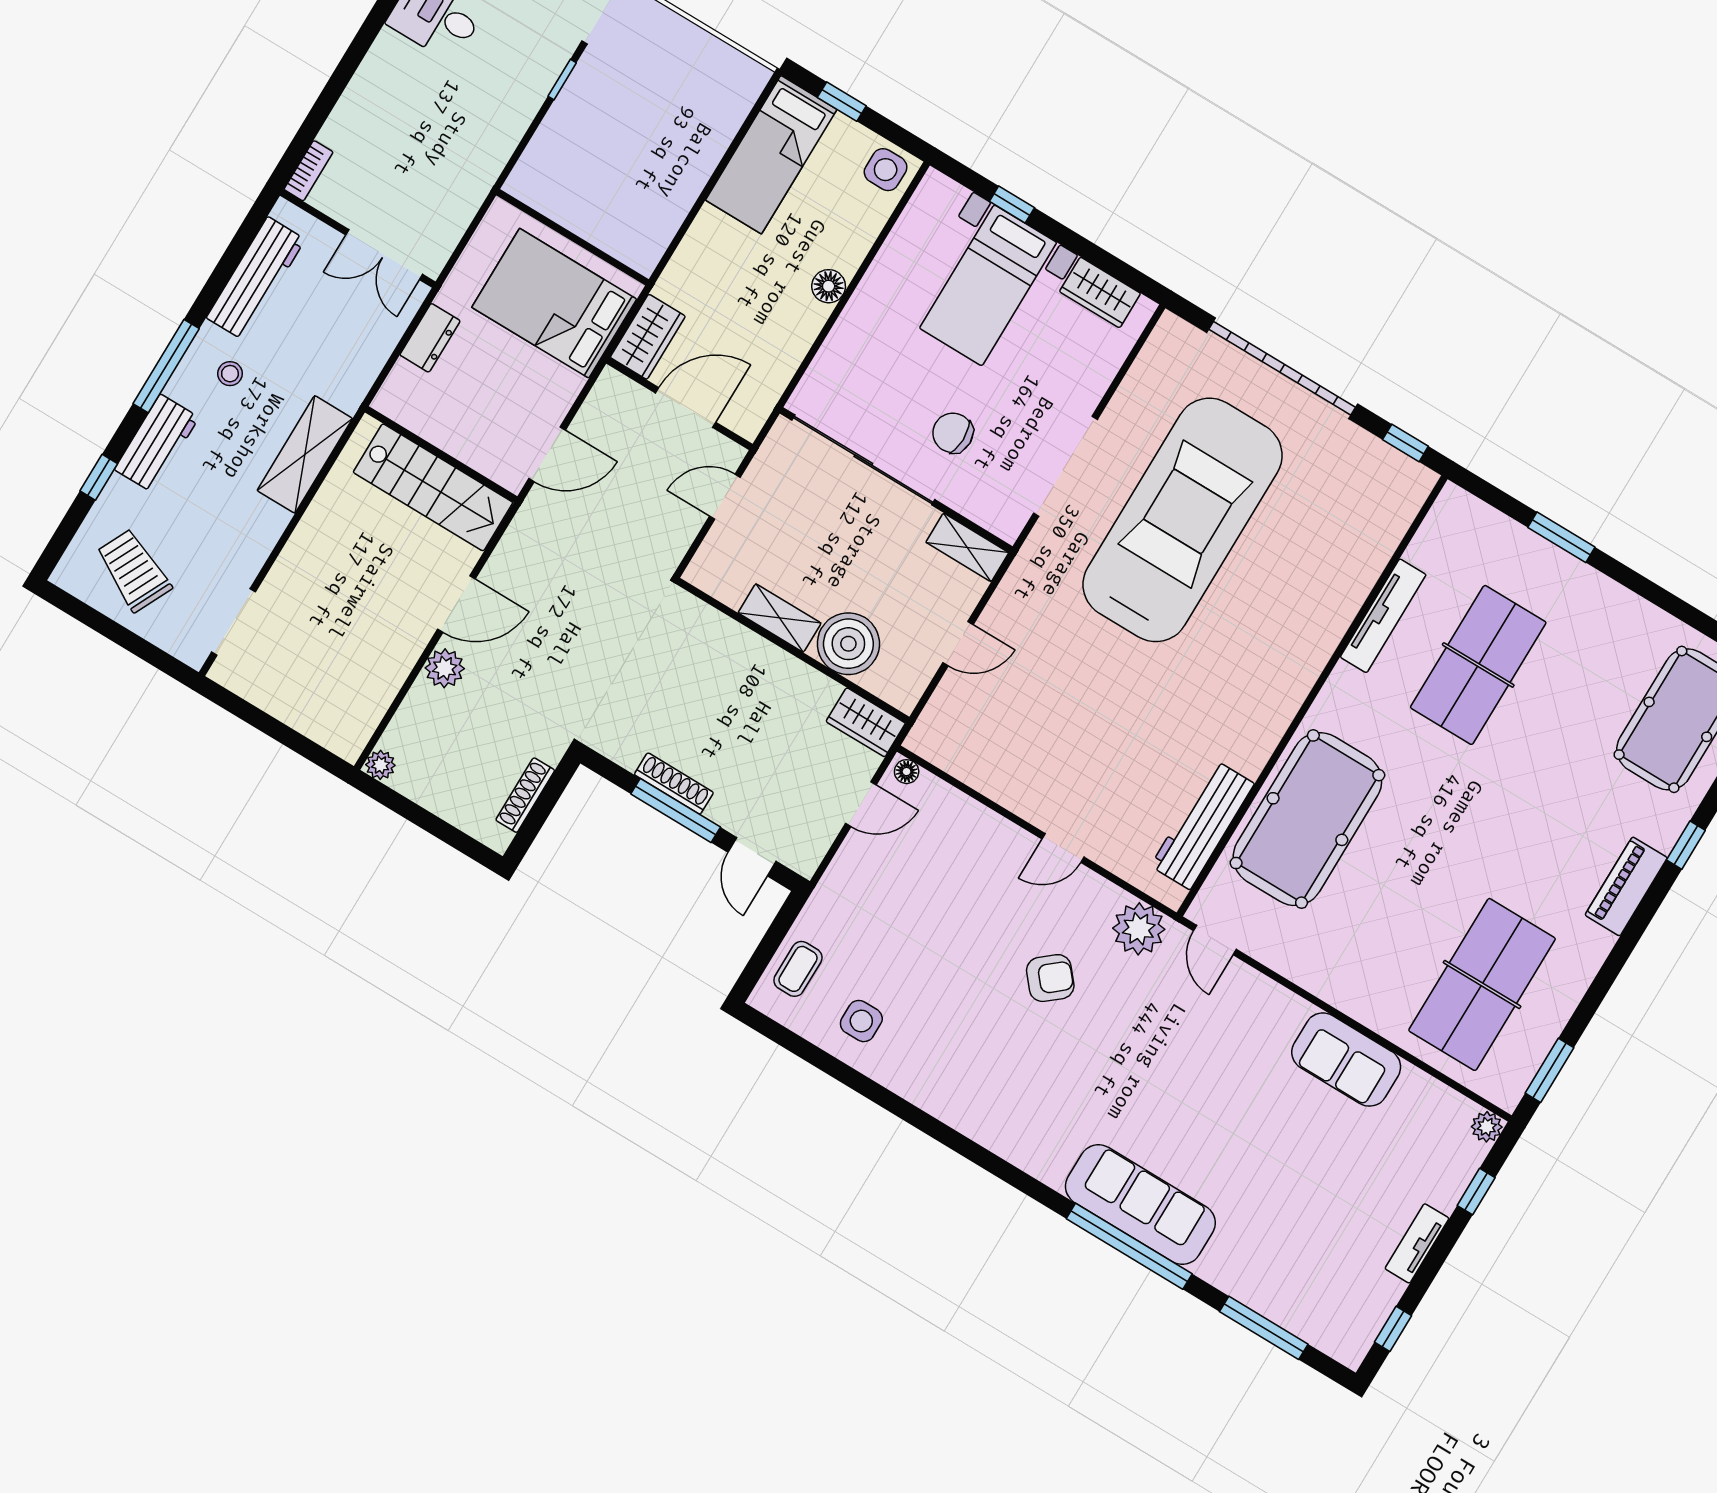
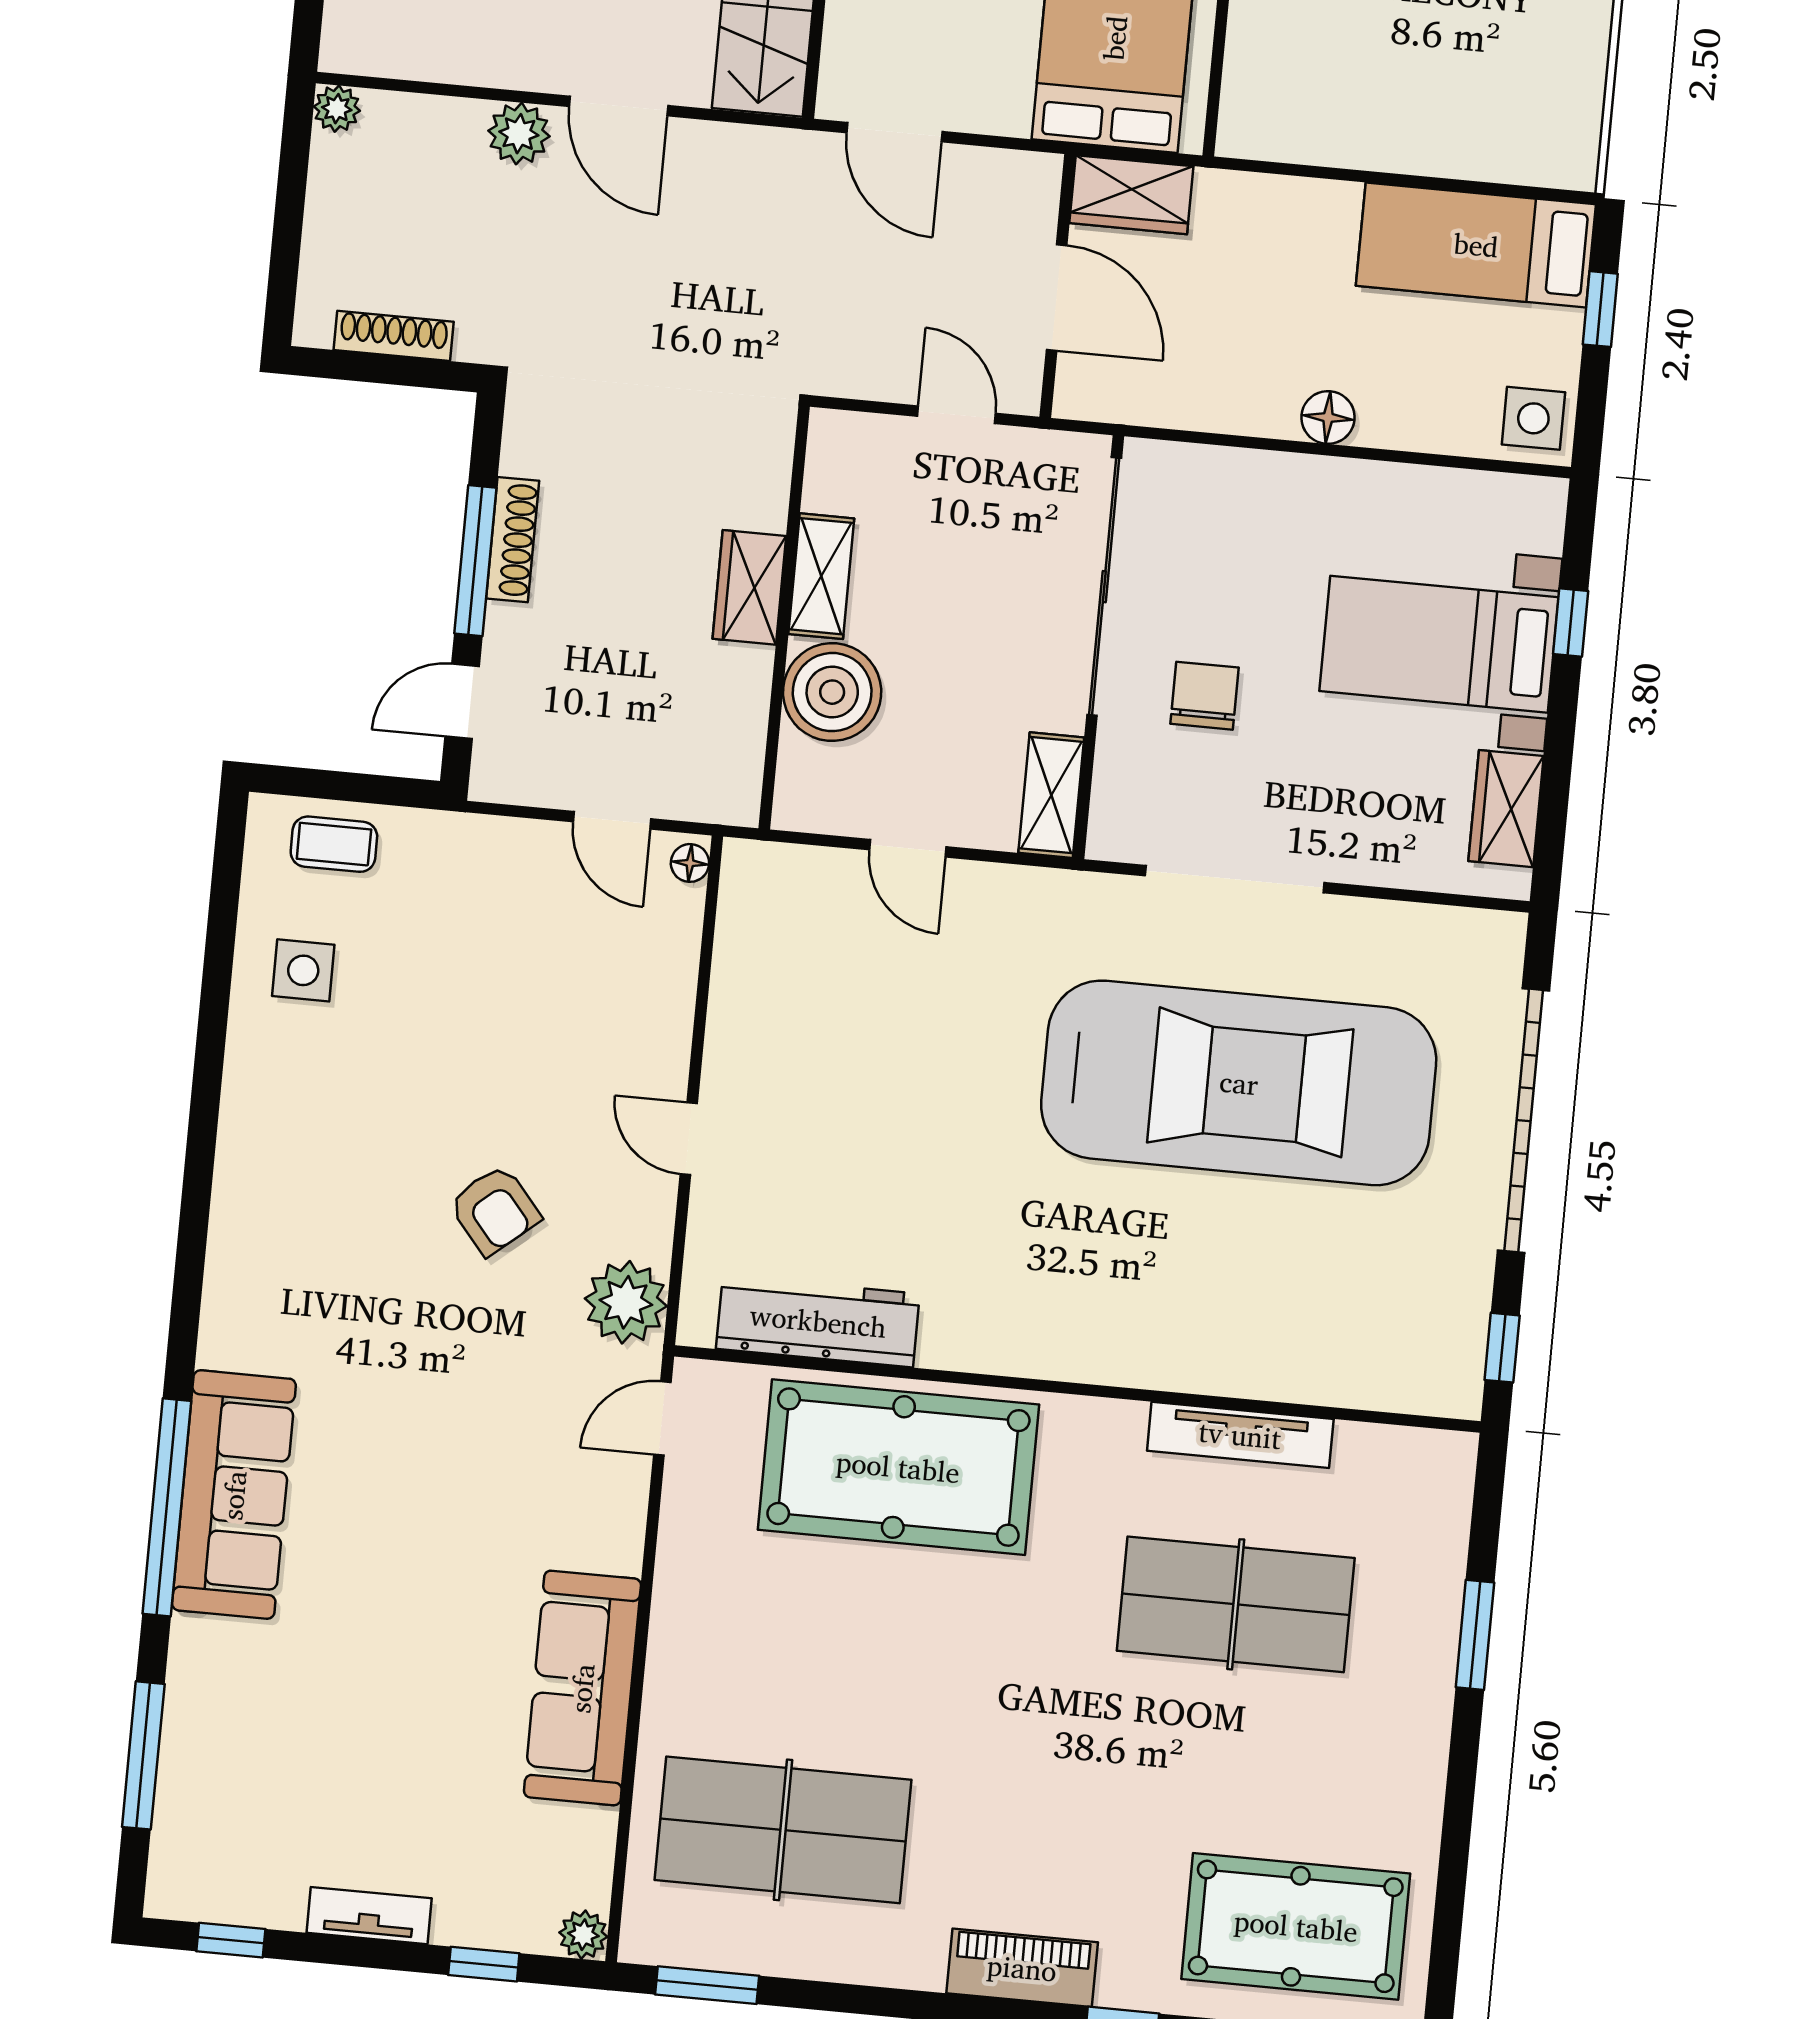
wardrobe: (866, 722) -> (749, 587), moved
sofa: (1346, 1060) -> (582, 1688), width x1.36

